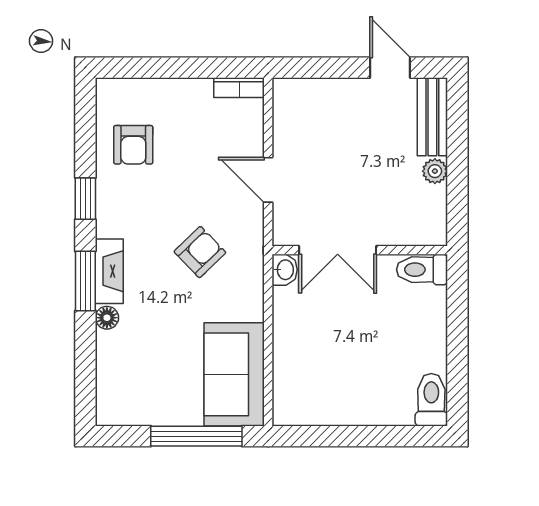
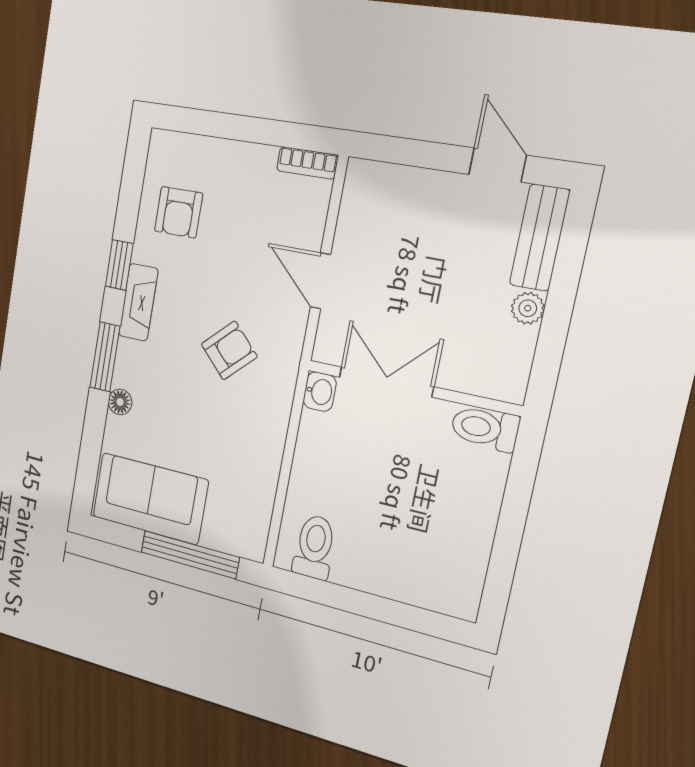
double door: (338, 250) -> (386, 382), swing flipped
fireplace: (109, 271) -> (138, 302), moved
sofa: (234, 374) -> (150, 498), moved, turned 90
toilet: (431, 400) -> (314, 547), moved

